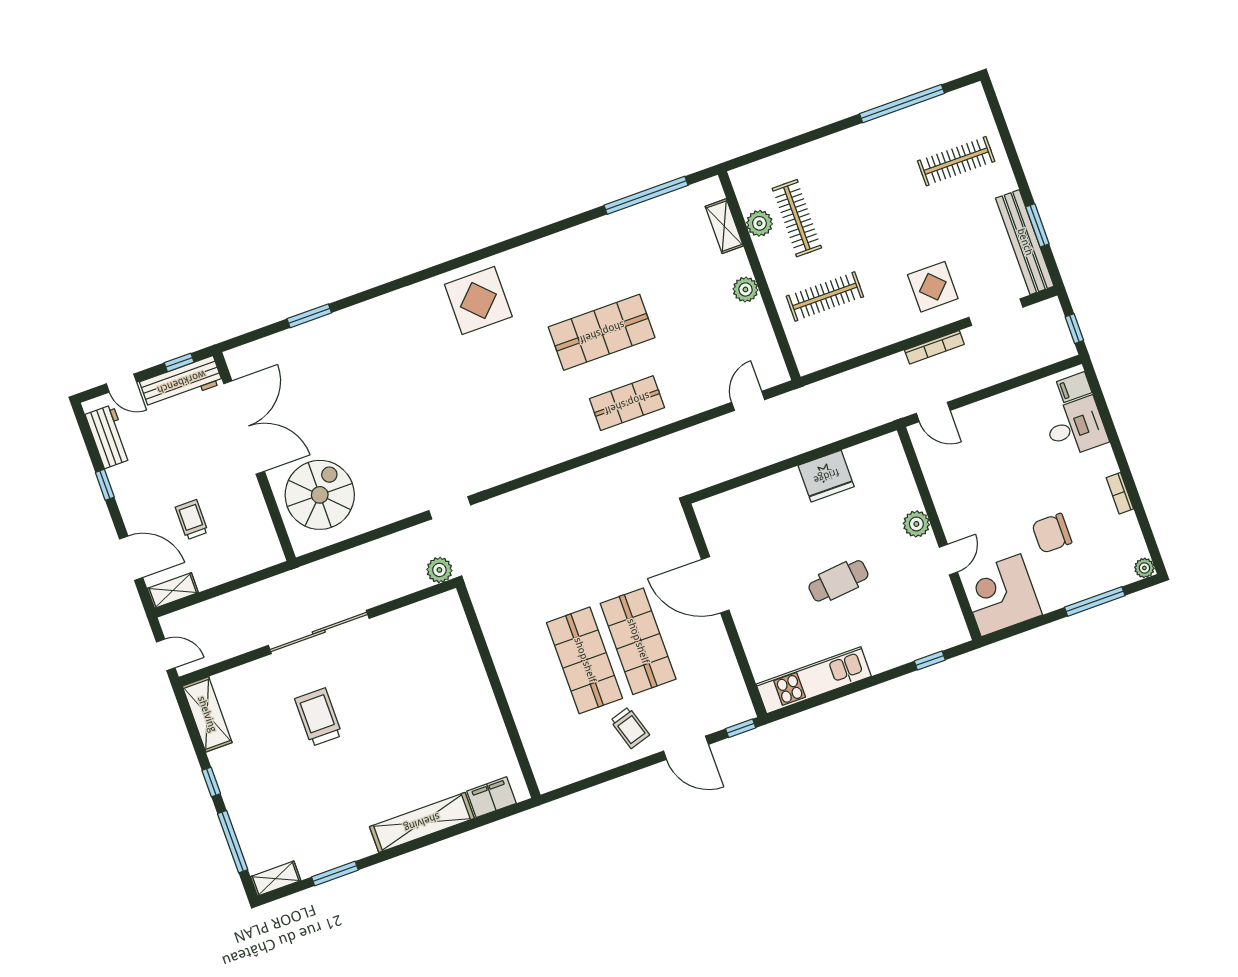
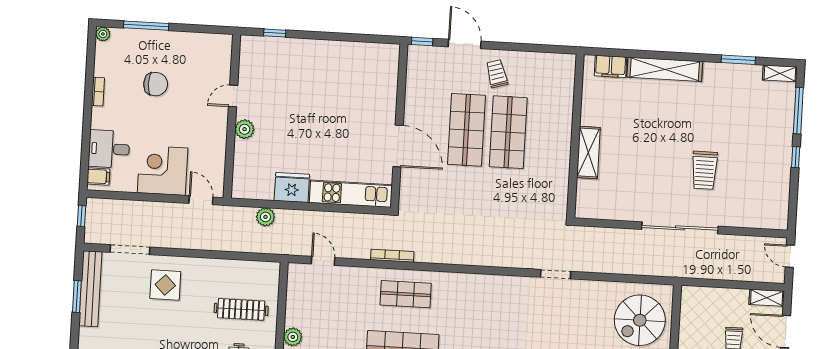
bookcase: (934, 347) -> (392, 256), moved
door: (748, 401) -> (323, 261), swing flipped
plant: (439, 570) -> (265, 217), moved
cafe table: (838, 581) -> (314, 113), removed
corner desk: (1001, 595) -> (163, 170), moved, turned 180
kitchen unit: (814, 680) -> (351, 194), moved, turned 180
shelving: (207, 714) -> (588, 152), moved

